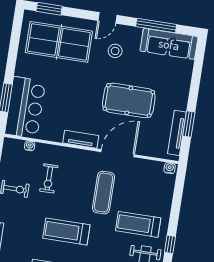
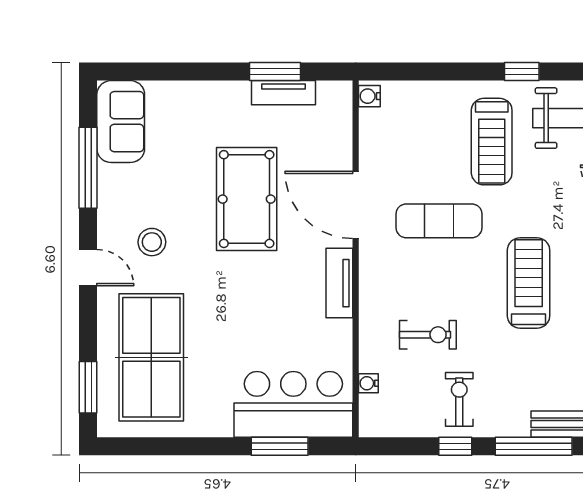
sofa: (169, 44) -> (121, 122), width x0.73
tv unit: (177, 133) -> (283, 93), width x0.71
treadmill: (66, 232) -> (529, 283), turned 180

